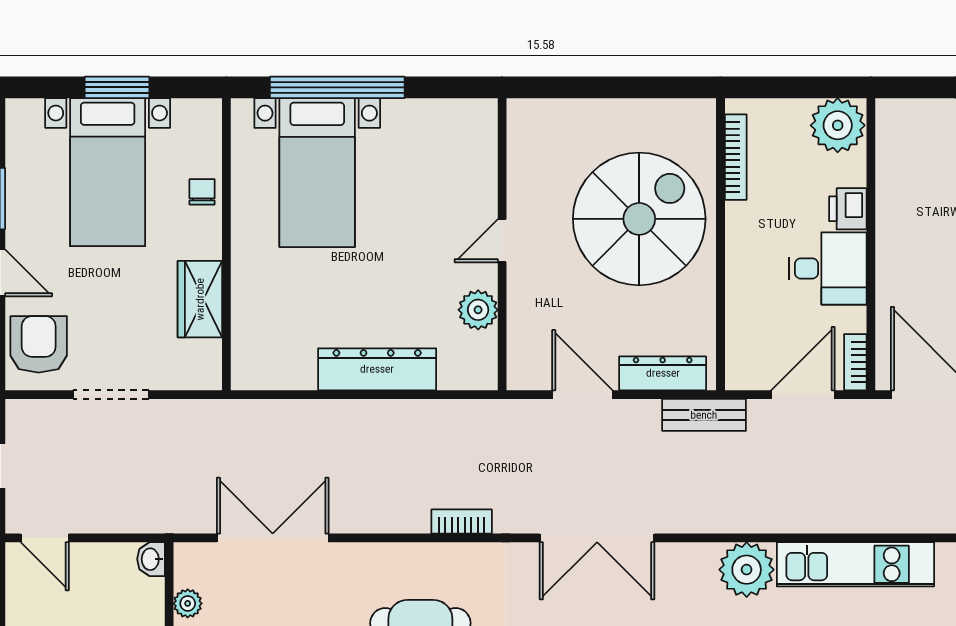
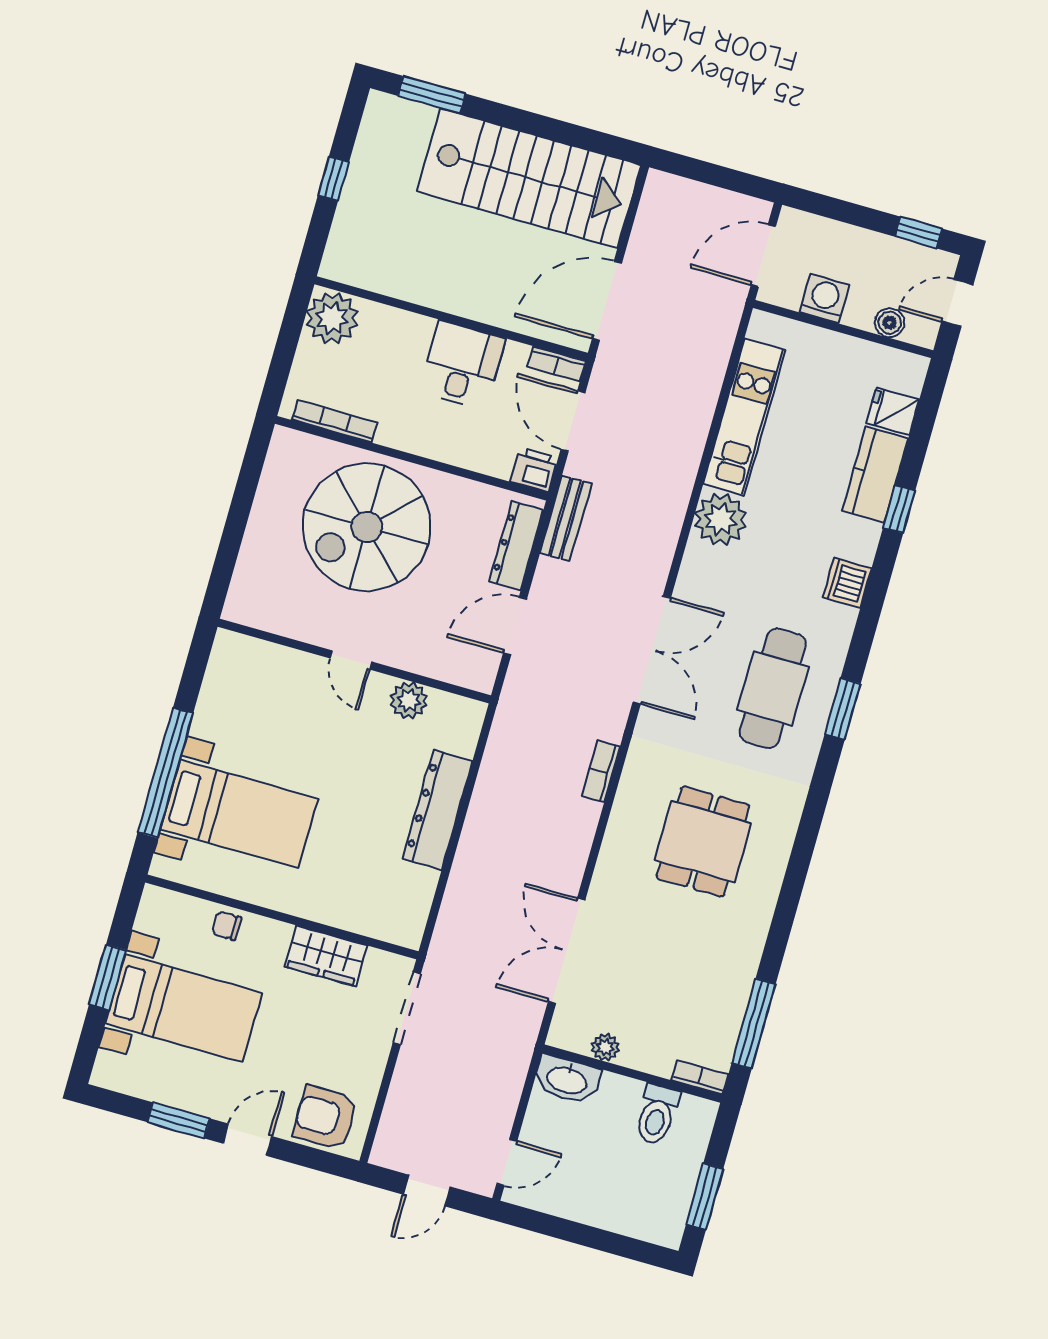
printer: (848, 209) -> (534, 470), moved, turned 180
spiral stairs: (639, 219) -> (367, 527), turned -90
doorway: (111, 395) -> (407, 1008), moved
washbasin: (151, 559) -> (567, 1079), width x1.91, depth x1.45

